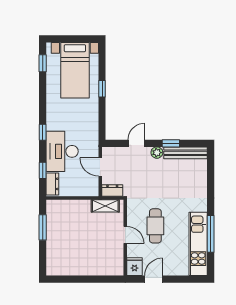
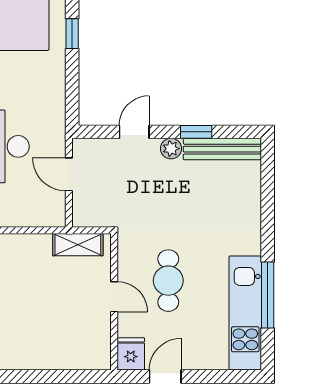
dresser: (112, 190) -> (91, 217), removed

